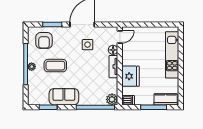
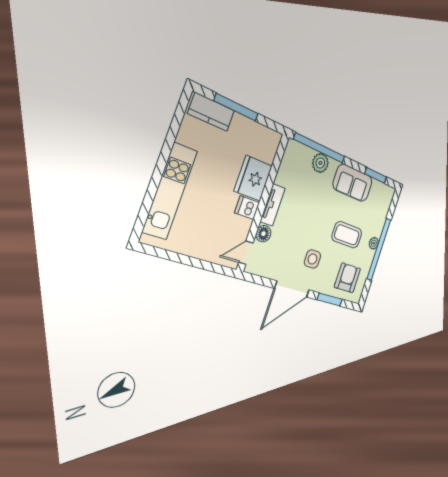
side table: (88, 45) -> (312, 259), moved
plant: (112, 99) -> (320, 163), moved
dishwasher: (128, 100) -> (247, 208), moved

